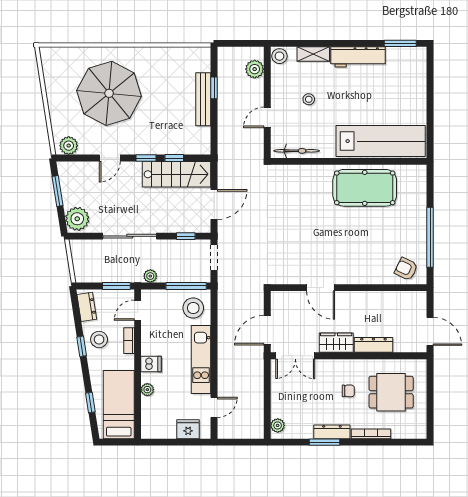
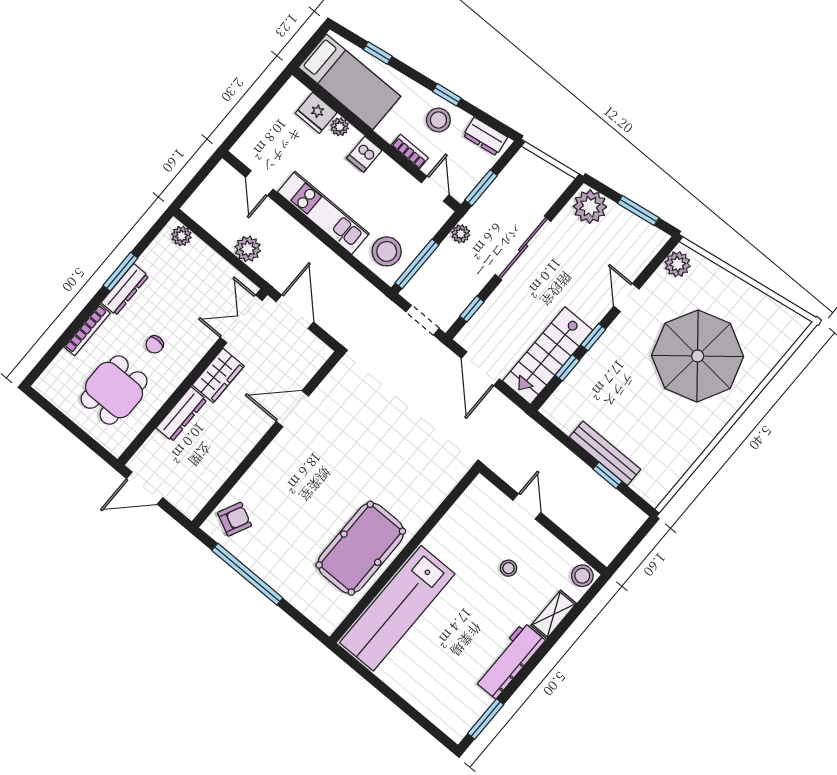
plant: (255, 69) -> (248, 249), moved
bicycle: (297, 151) -> (463, 508), removed
fridge: (188, 429) -> (316, 113), moved, turned 90

